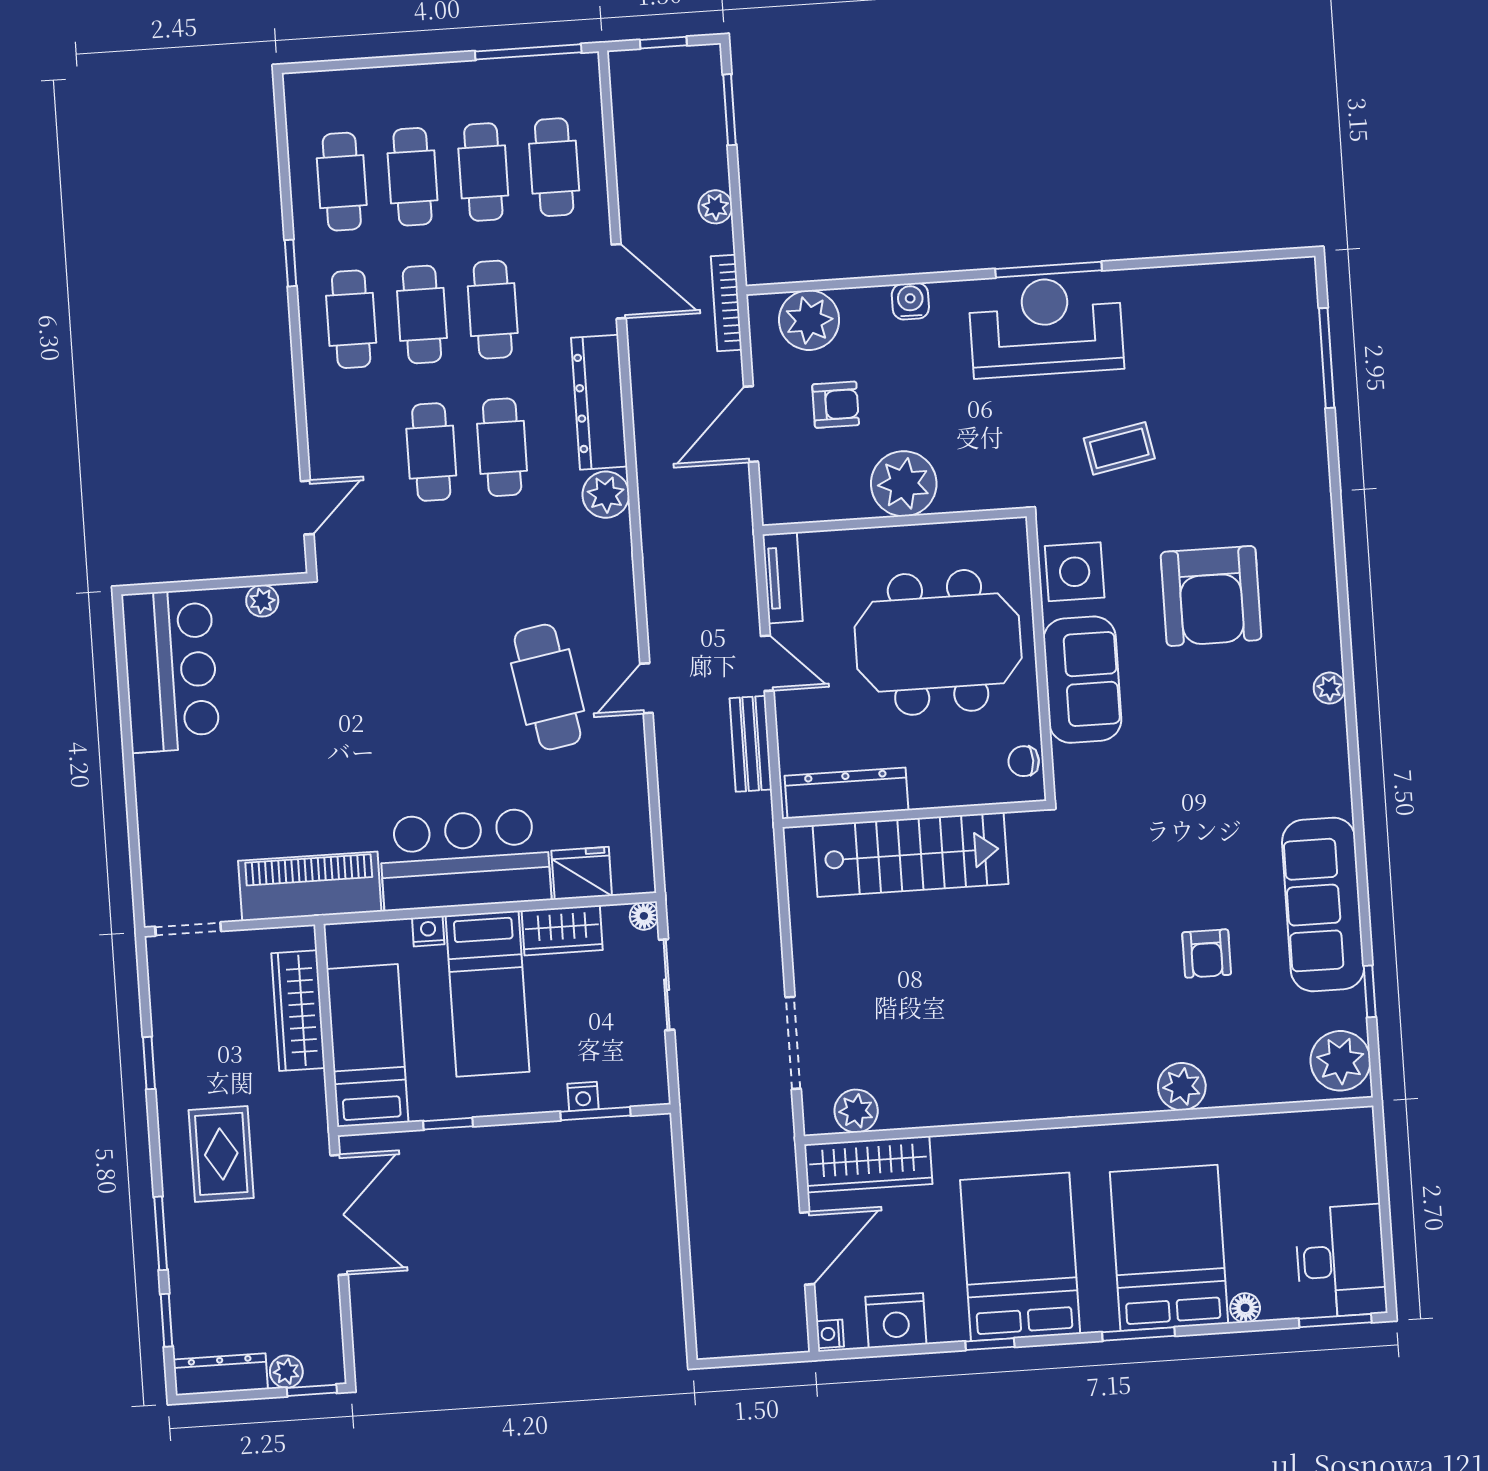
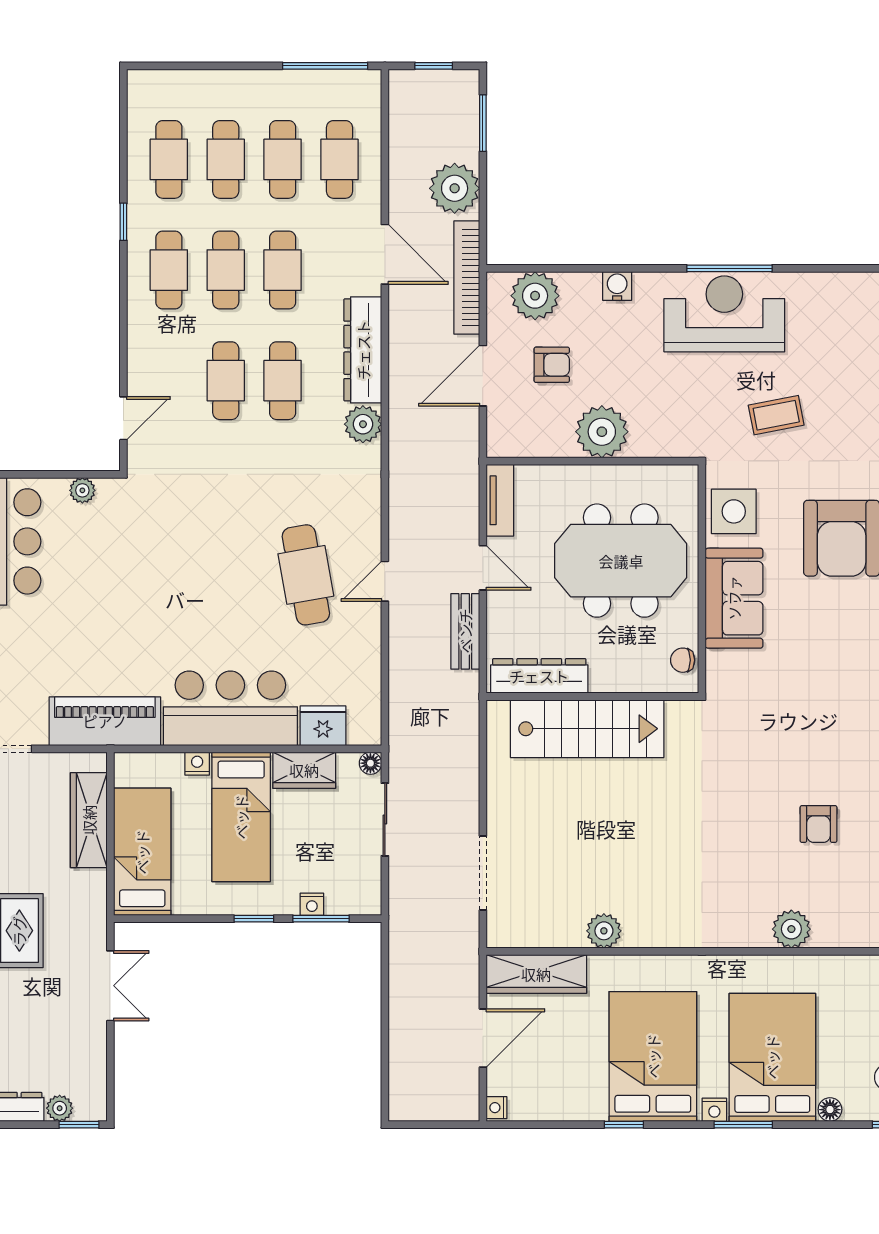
plant: (715, 207) -> (455, 188), width x1.87, depth x1.87
bookcase: (726, 303) -> (467, 277), width x1.48, depth x1.31
plant: (856, 1111) -> (604, 931), moved
window: (448, 1124) -> (254, 919), moved
double door: (339, 1215) -> (110, 986), width x0.73
nightstand: (896, 1321) -> (714, 1110), moved, width x0.53, depth x0.56

